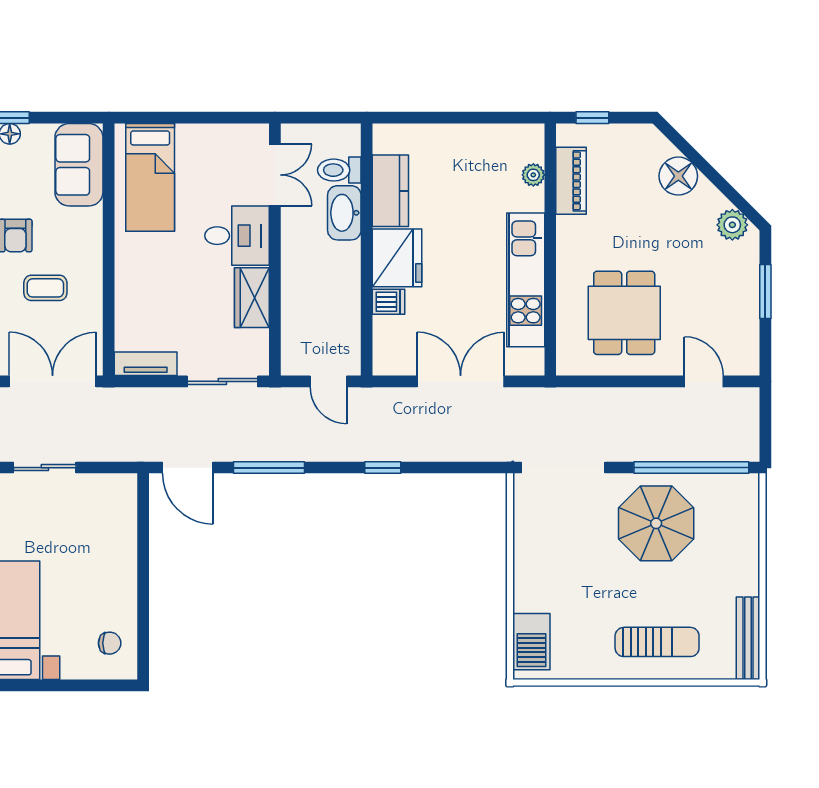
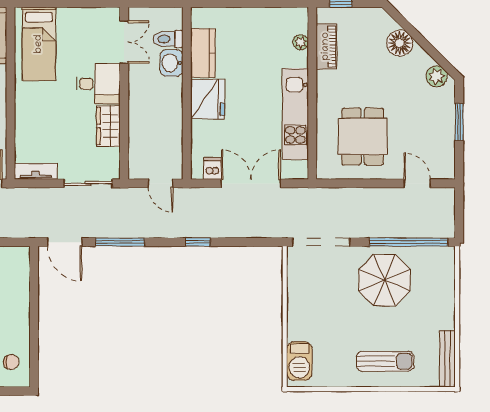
washbasin: (344, 213) -> (172, 63), width x0.72
dishwasher: (389, 302) -> (212, 168), moved, turned -90

